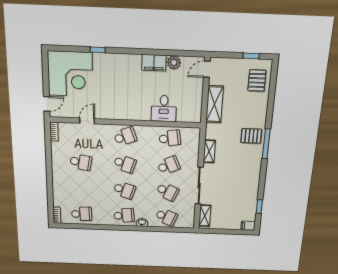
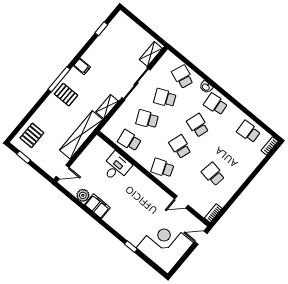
shelving: (215, 104) -> (81, 135), width x1.47
school desk: (167, 192) -> (165, 98), turned -48
filing cabinet: (248, 226) -> (82, 66), moved

